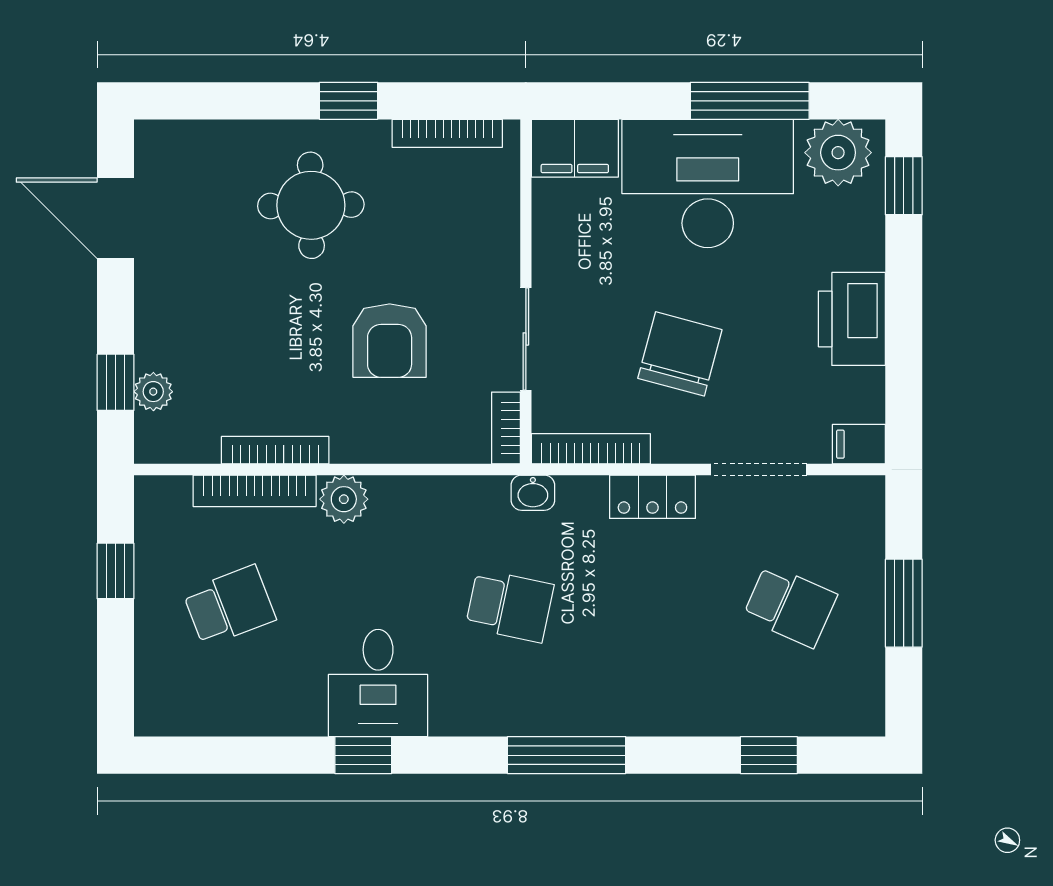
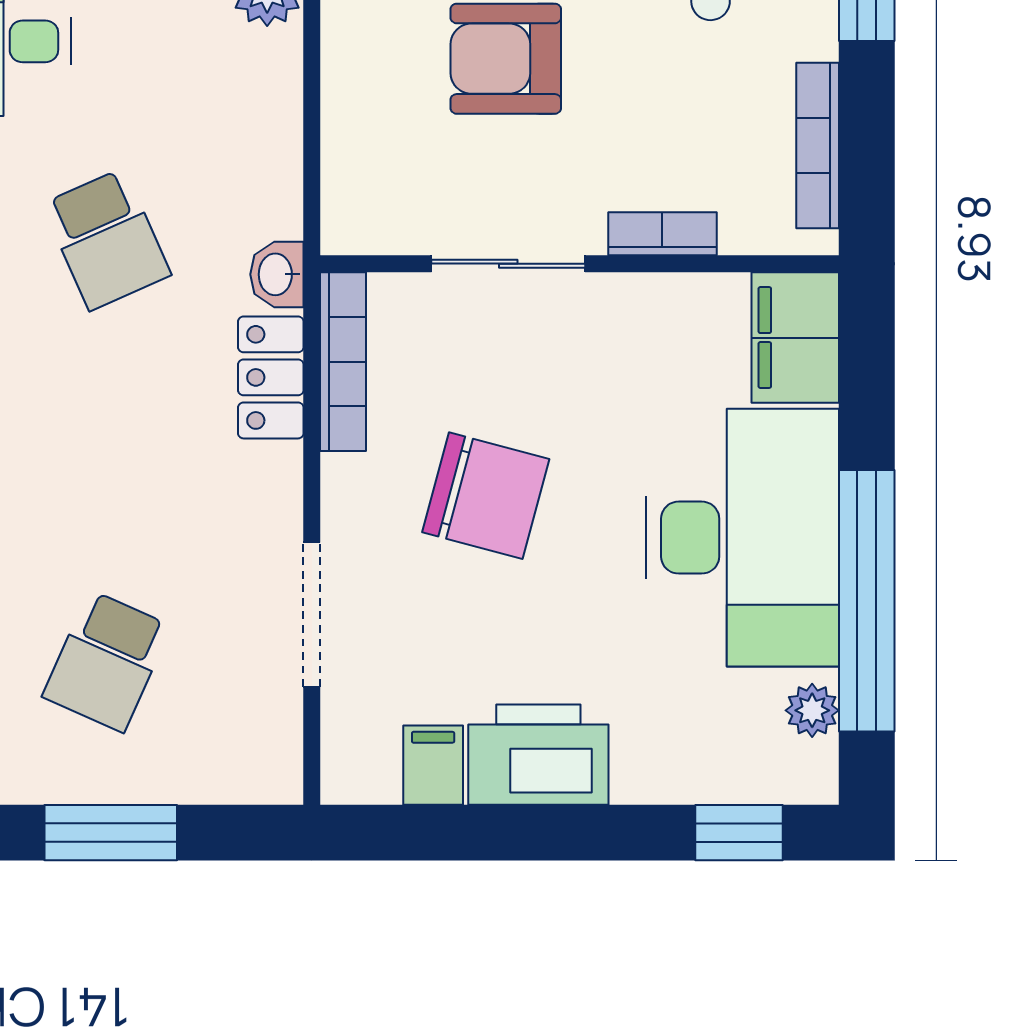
window: (750, 101) -> (867, 601), width x1.46
plant: (838, 153) -> (812, 710), width x0.53, depth x0.53
bookcase: (506, 428) -> (662, 234), moved
filing cabinet: (859, 444) -> (433, 765), moved
locker: (652, 497) -> (271, 377), moved
school desk: (510, 606) -> (107, 239), turned -36

